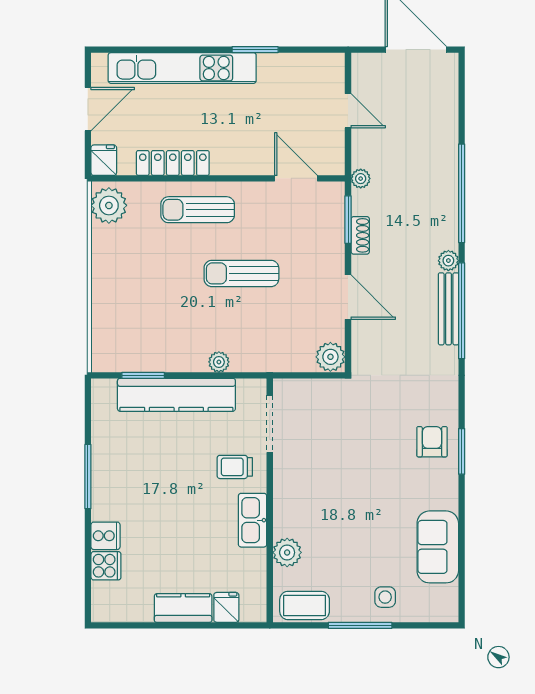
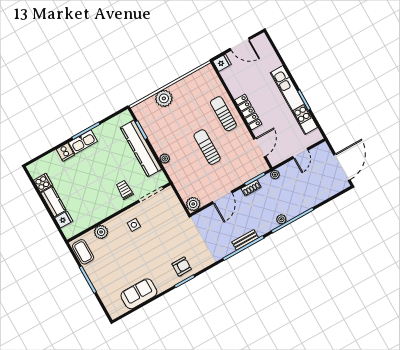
kitchen unit: (182, 68) -> (294, 100), moved
locker: (173, 163) -> (248, 112), moved
plant: (109, 205) -> (164, 98), moved
plant: (448, 261) -> (281, 219), moved
bench: (449, 309) -> (245, 240), width x0.73
kitchen sink: (253, 520) -> (83, 142), moved, turned 180
cooker: (106, 566) -> (43, 183), moved, turned -90
side table: (385, 597) -> (134, 225), moved

